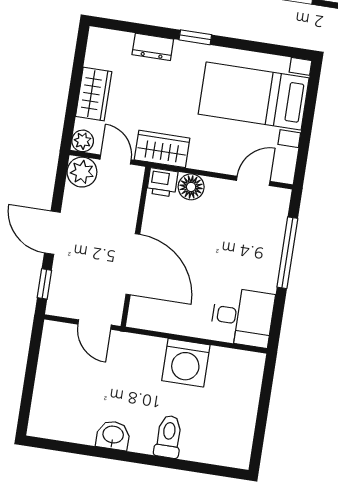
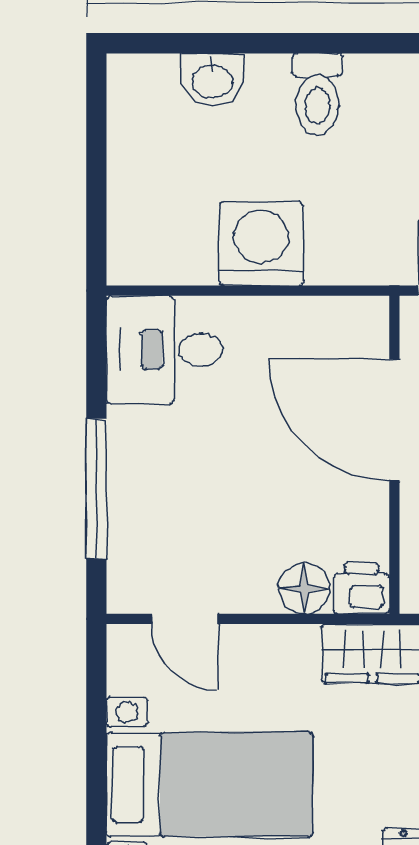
door: (253, 181) -> (185, 619), hinge flipped
washbasin: (113, 435) -> (212, 80), moved
toilet: (168, 437) -> (317, 94), moved

